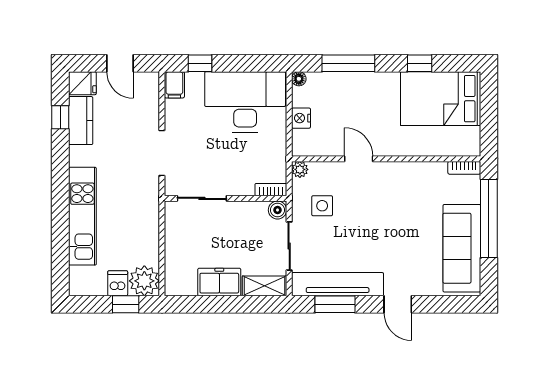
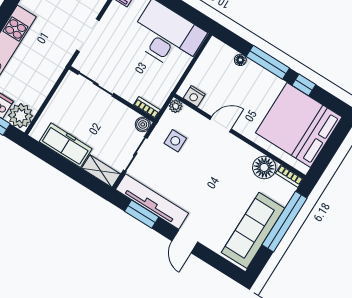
window: (348, 63) -> (268, 62), moved
floor lamp: (299, 79) -> (240, 60), moved
bed: (441, 99) -> (299, 125), width x1.36
nightstand: (301, 118) -> (194, 96), moved, turned -90
door: (359, 159) -> (221, 124), hinge flipped
floor lamp: (432, 175) -> (264, 167), added
freezer: (219, 282) -> (66, 145), width x1.40

